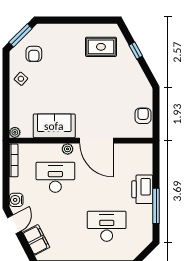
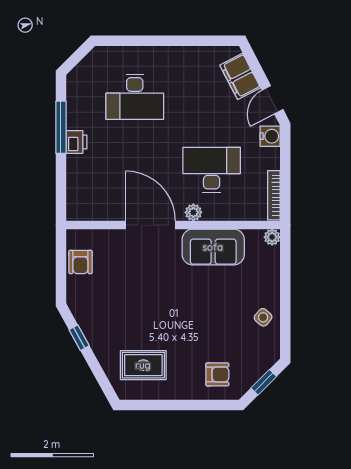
window: (20, 35) -> (264, 382), width x0.67
window: (136, 51) -> (79, 338), moved
armchair: (34, 54) -> (217, 374), moved, turned 90
desk: (55, 177) -> (212, 170), turned 180
printer: (142, 189) -> (77, 142), width x0.53, depth x0.68

